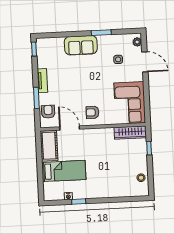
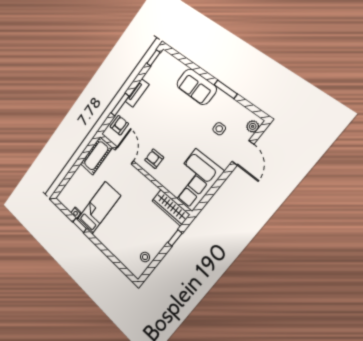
bed: (64, 171) -> (99, 208), moved, turned -90

